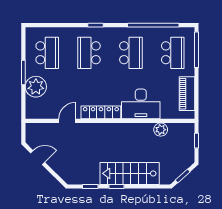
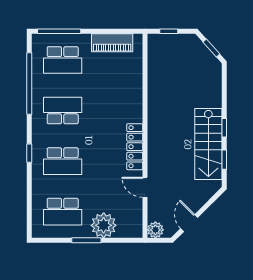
school desk: (47, 53) -> (63, 212), turned 180
school desk: (173, 53) -> (63, 60), turned 180
desk: (141, 104) -> (124, 99), removed
plant: (161, 130) -> (155, 230), moved
stairs: (130, 173) -> (208, 144), moved

